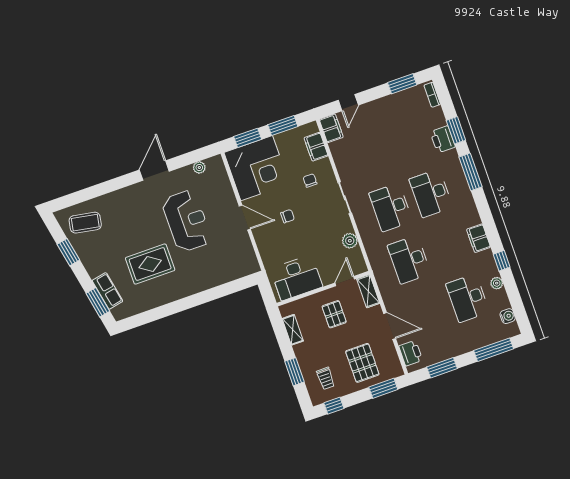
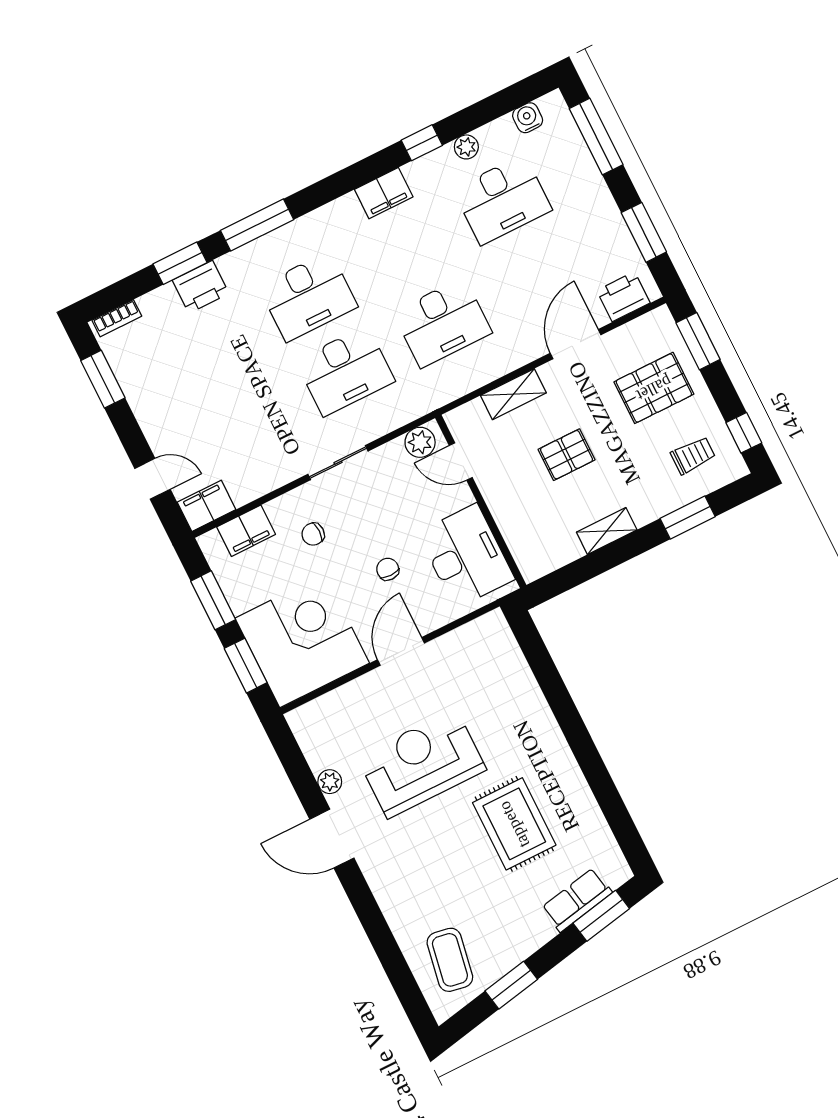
plant: (199, 168) -> (330, 782), moved
desk: (296, 278) -> (466, 556), moved
door: (345, 281) -> (461, 462), moved
wall: (323, 289) -> (481, 502), moved

